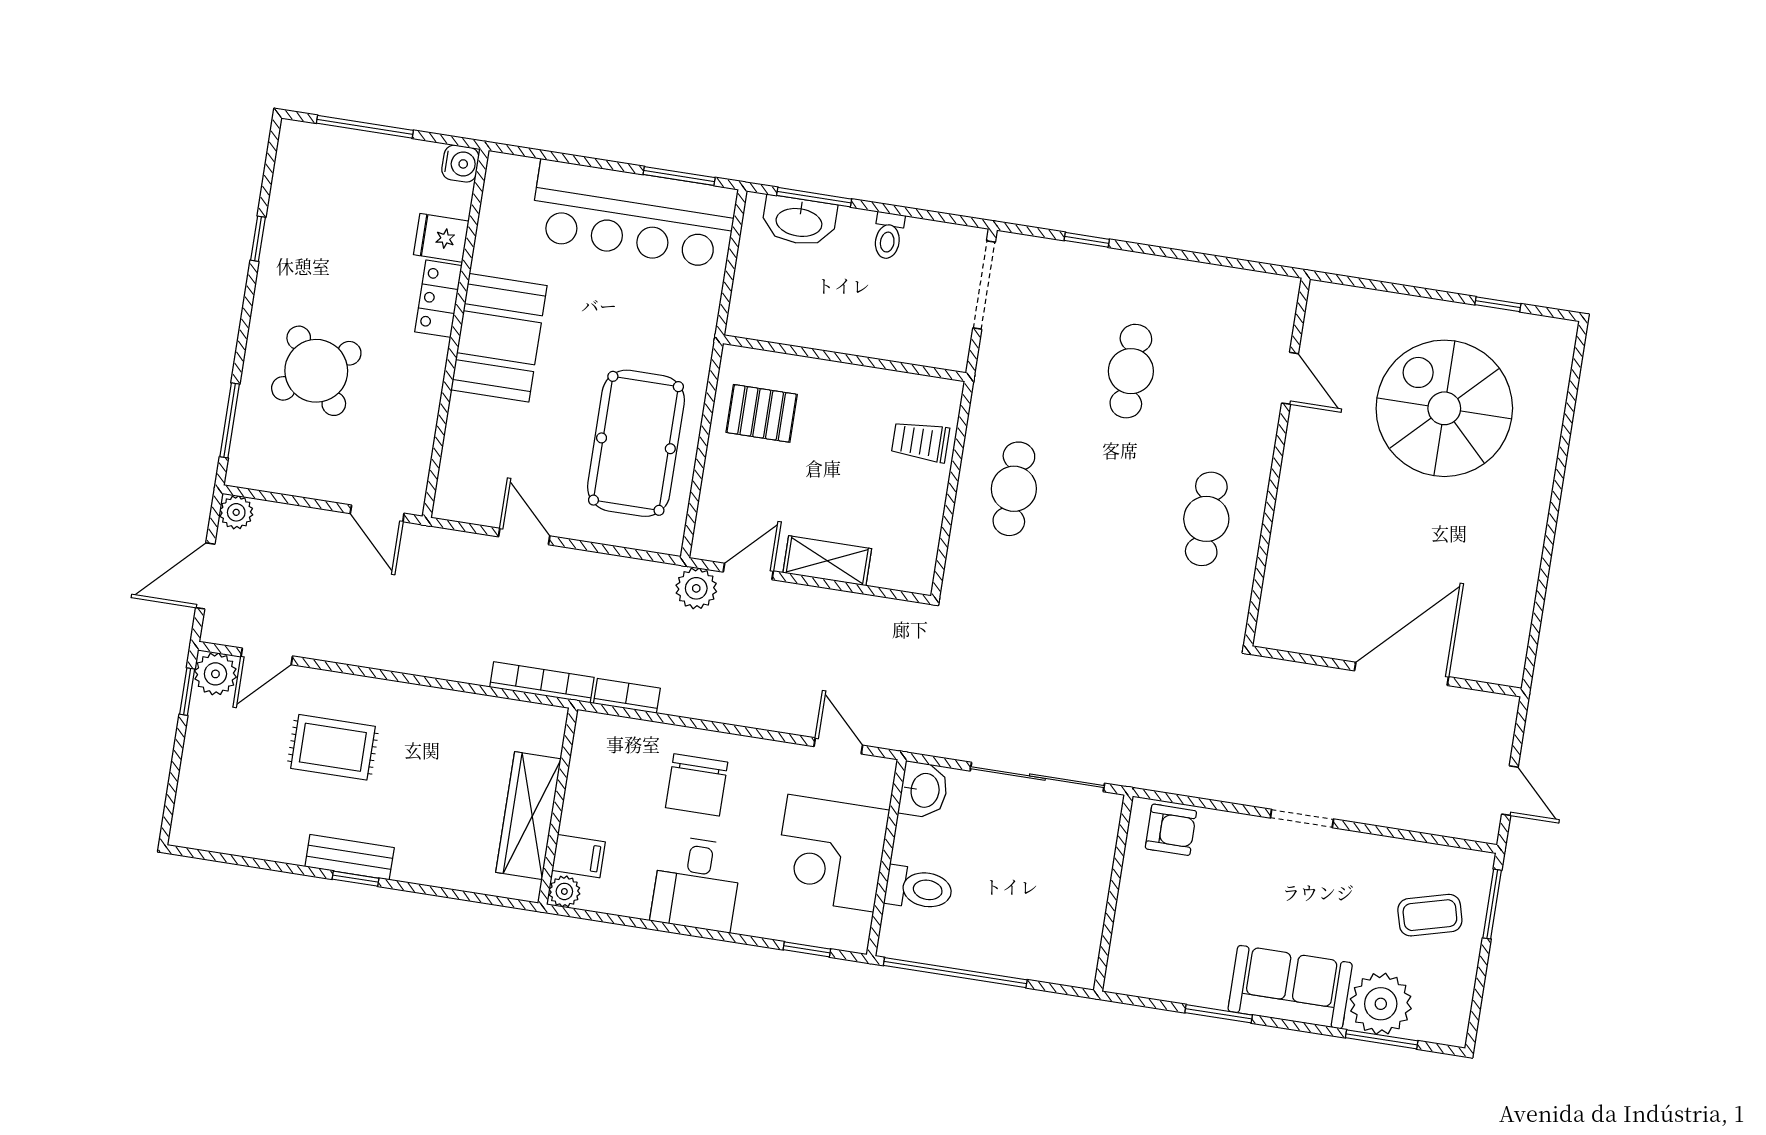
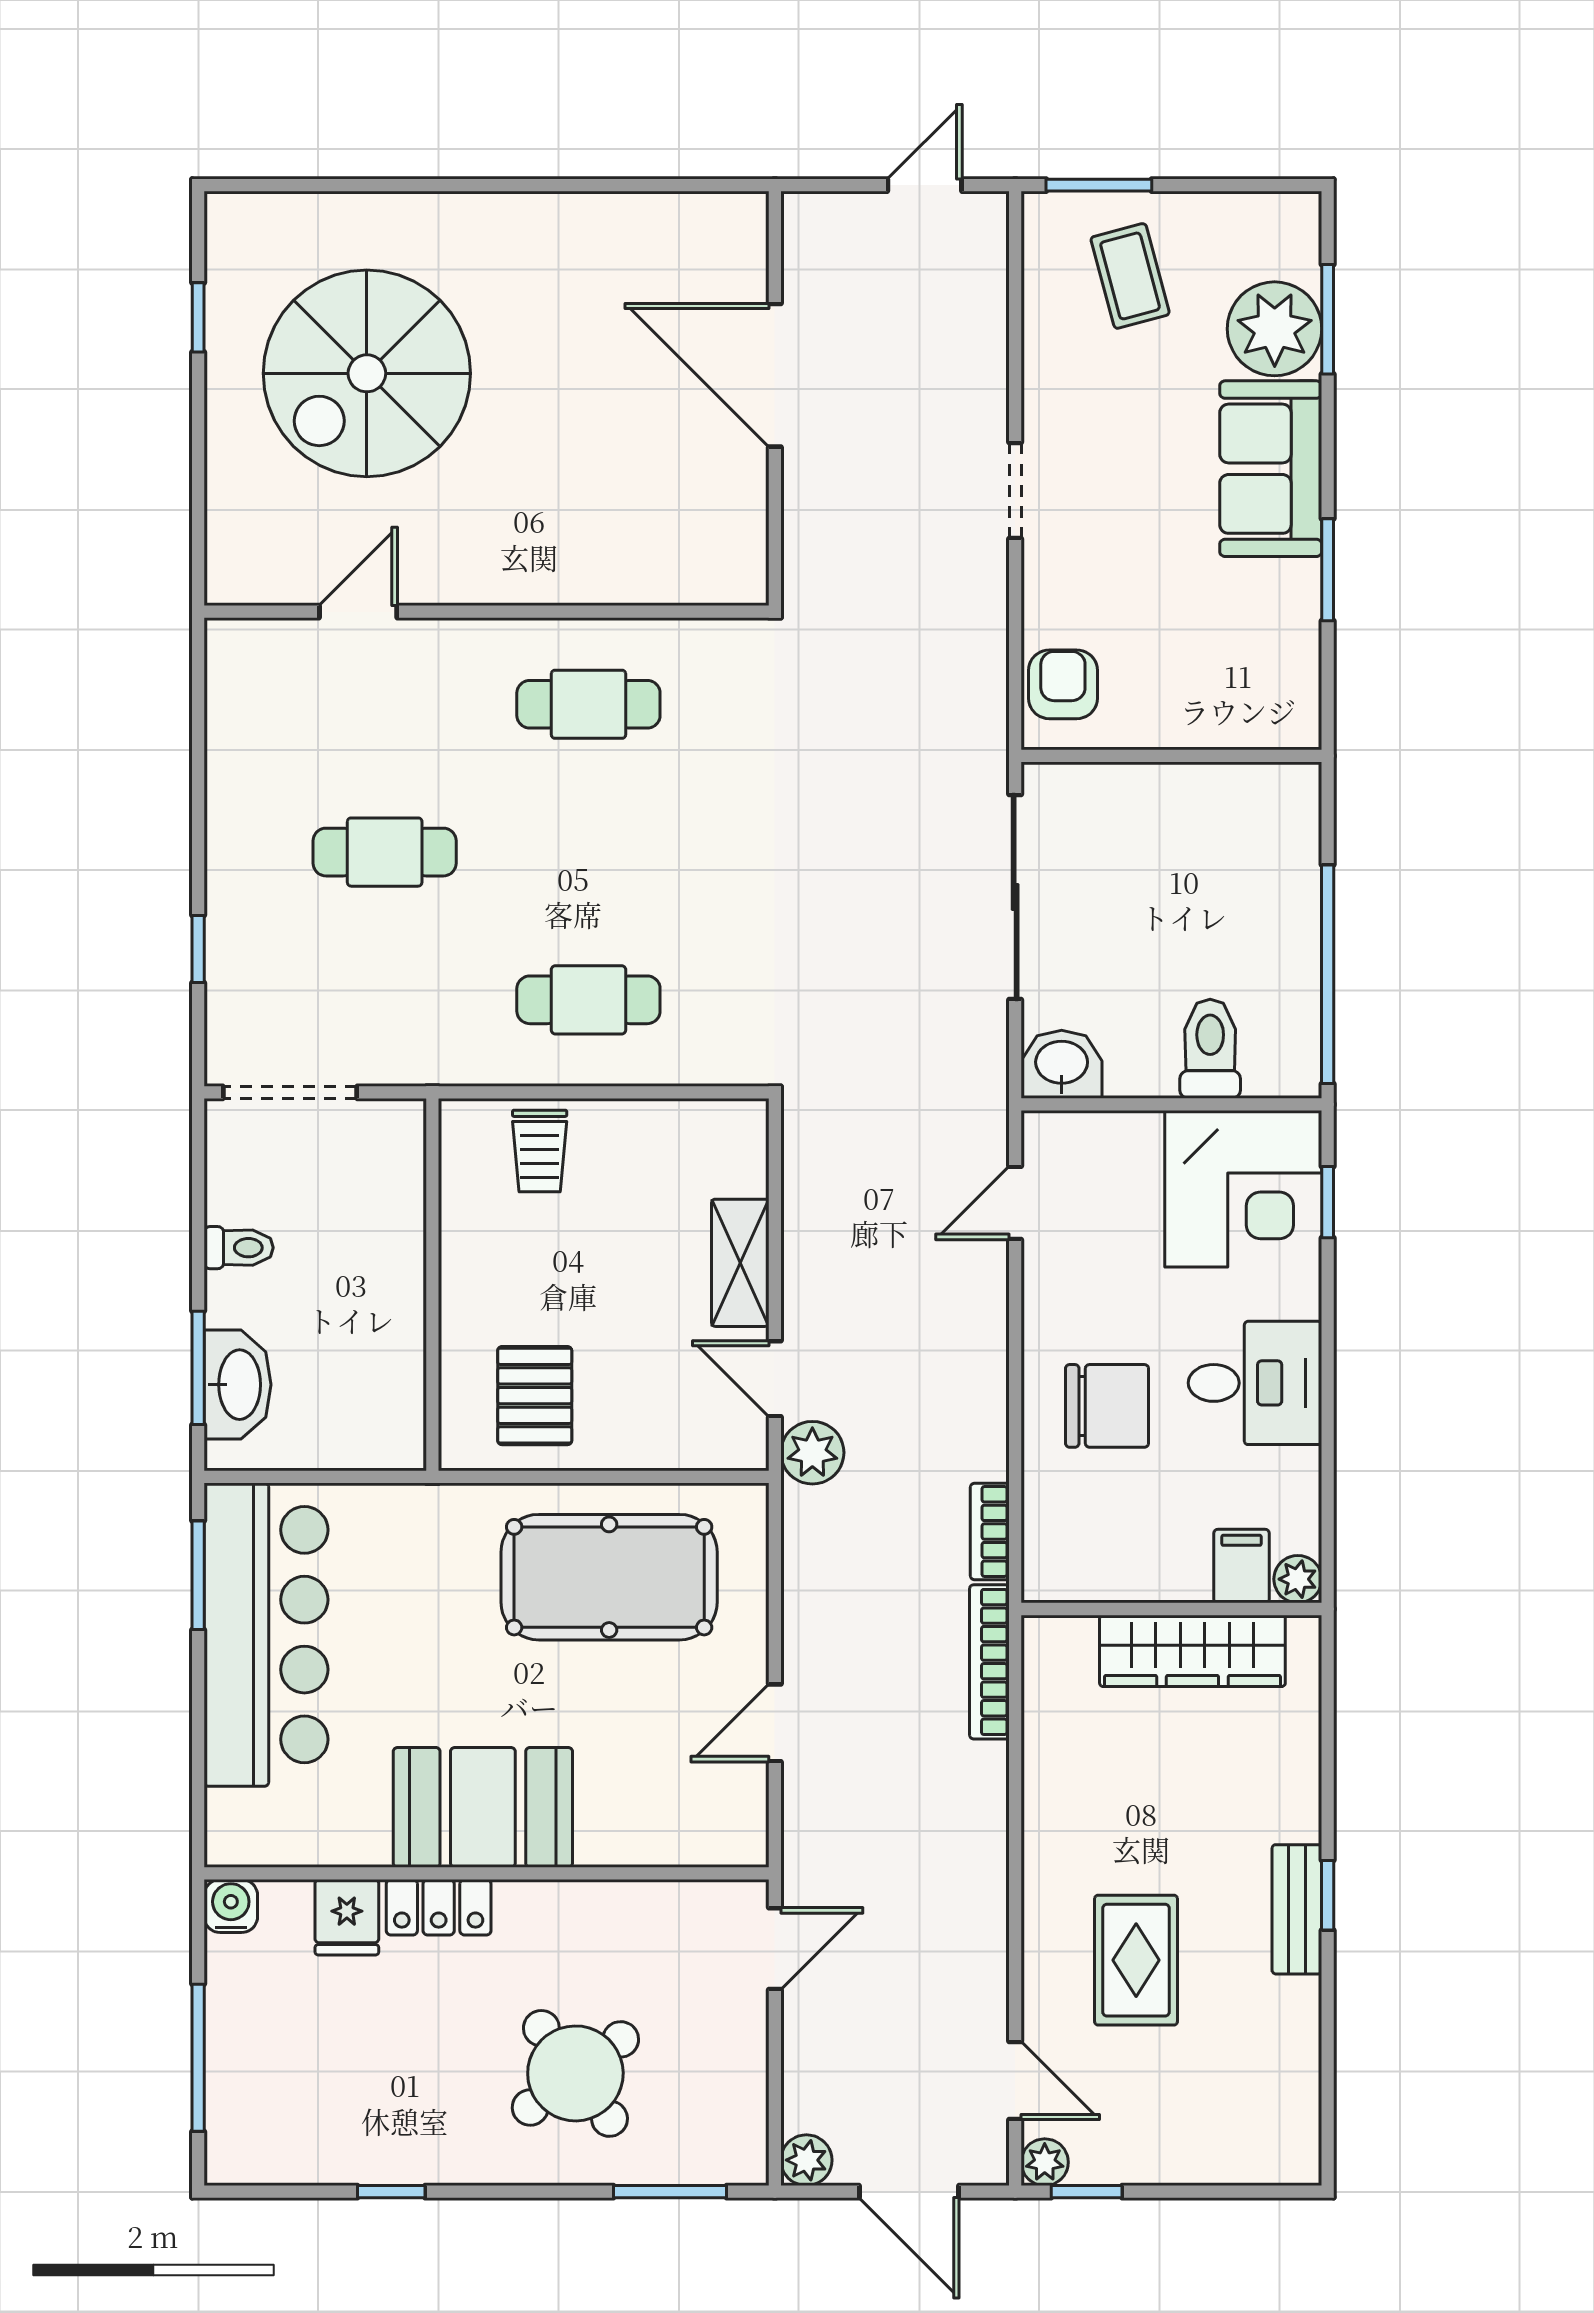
plant: (215, 674) -> (1045, 2162), width x0.73, depth x0.73
corner desk: (831, 853) -> (1243, 1189), moved

